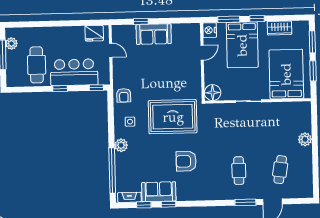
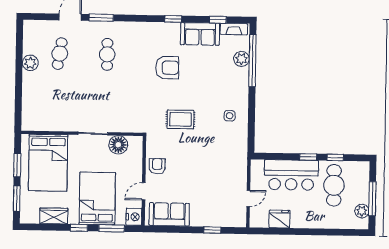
fridge: (94, 33) -> (280, 219), moved
sofa: (154, 34) -> (169, 214), moved
door: (111, 50) -> (248, 199), swing flipped
window: (96, 88) -> (335, 157), moved
floor lamp: (213, 93) -> (118, 145), moved
armchair: (124, 95) -> (157, 166), moved
rug: (173, 117) -> (180, 119), width x0.54, depth x0.49
plant: (305, 139) -> (30, 63), moved
plant: (121, 145) -> (241, 59), moved
window: (169, 204) -> (173, 19), moved

